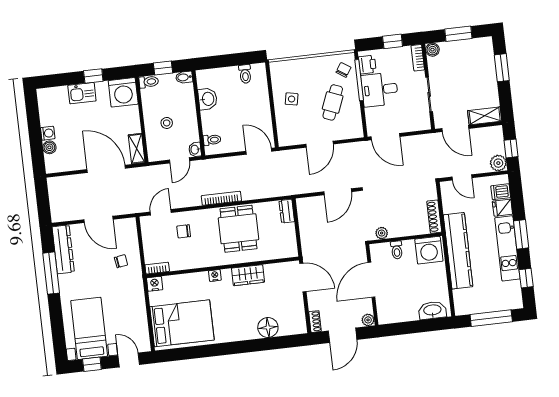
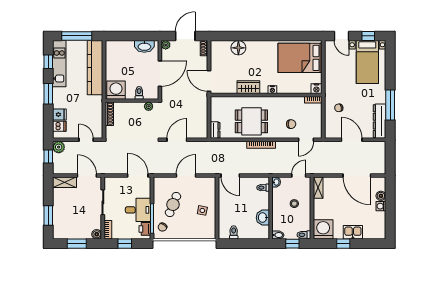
door: (180, 160) -> (299, 176), moved
door: (106, 169) -> (357, 176), moved
dining table: (238, 229) -> (251, 121), turned 90
kitchen unit: (507, 248) -> (59, 64), moved
kitchen counter: (458, 251) -> (95, 68), moved
washbasin: (432, 310) -> (144, 46), moved

